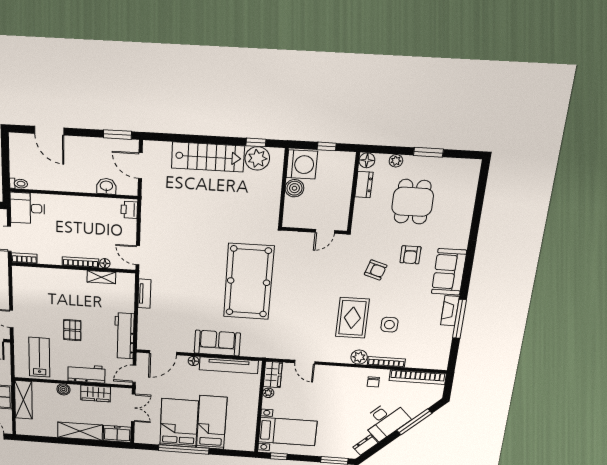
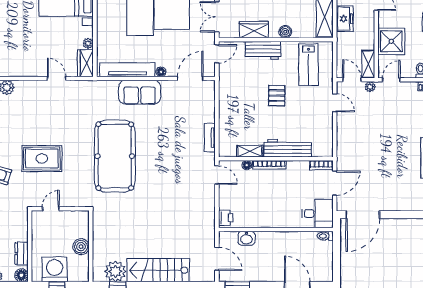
washing machine: (302, 164) -> (55, 269), moved, turned 90
rug: (352, 318) -> (42, 159), moved, turned 90
workbench: (124, 336) -> (288, 148), moved, turned -90

